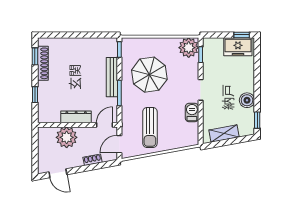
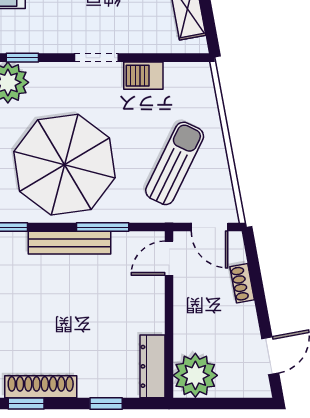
parasol: (149, 75) -> (64, 165), width x1.36, depth x1.36
dresser: (76, 117) -> (153, 366), moved
door: (105, 125) -> (169, 258), hinge flipped
sun lounger: (150, 127) -> (175, 163), turned -64
plant: (67, 137) -> (195, 375), moved

